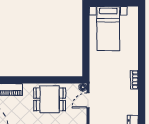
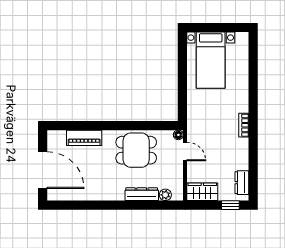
door: (88, 100) -> (185, 151), swing flipped

